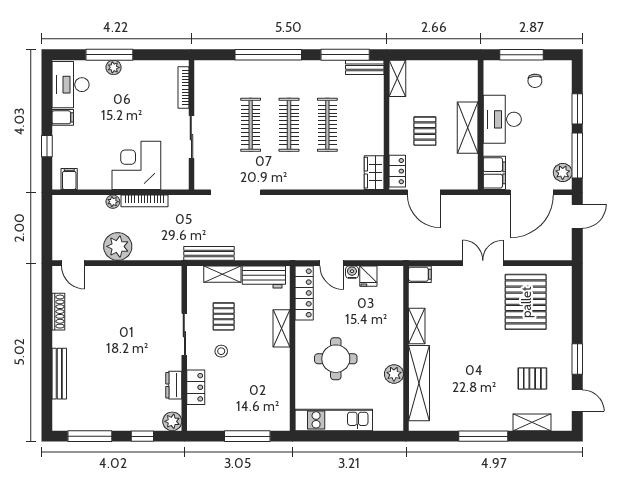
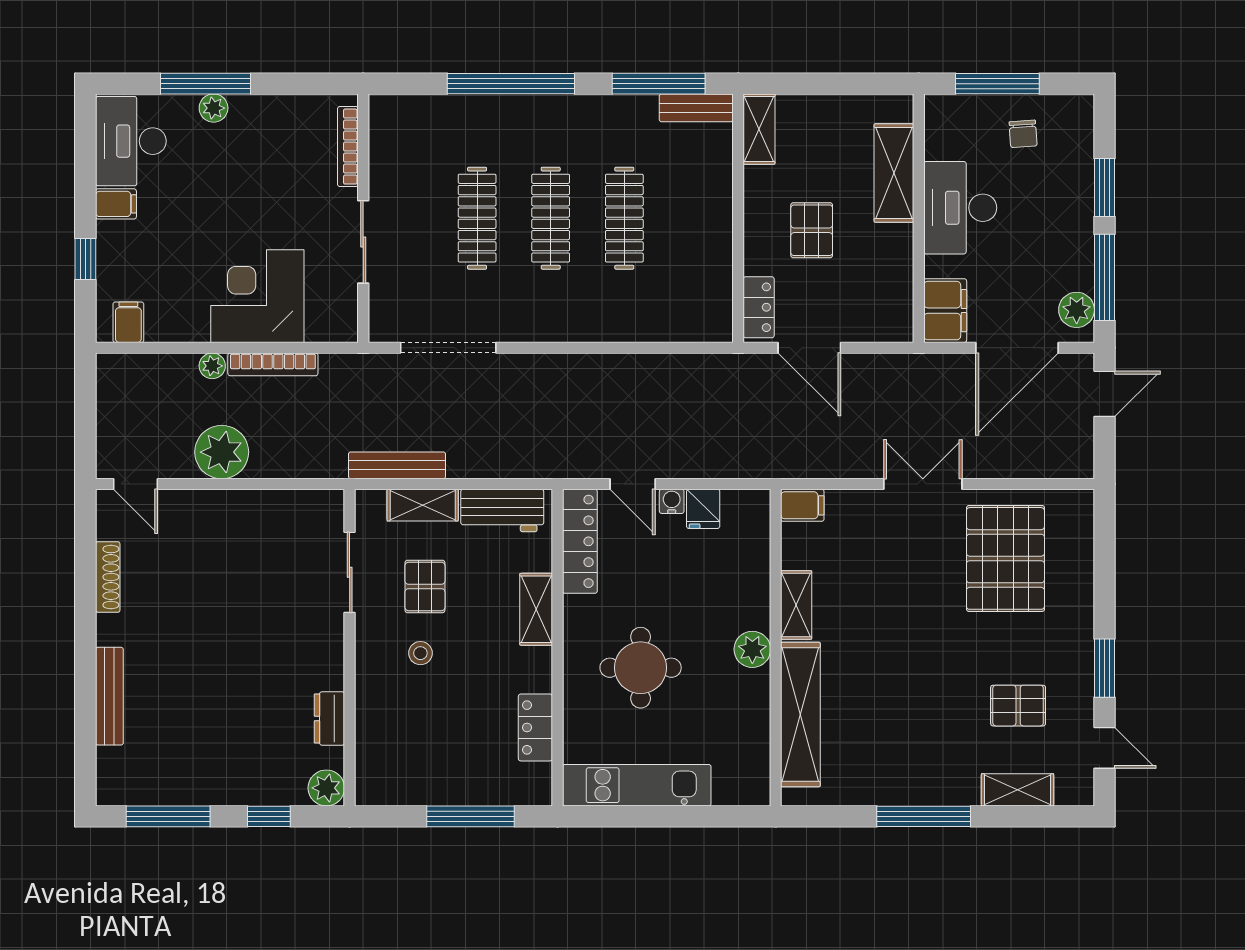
shelving: (468, 128) -> (894, 173), moved
wardrobe: (374, 173) -> (714, 310), removed
sliding door: (184, 334) -> (350, 572), moved
plant: (394, 374) -> (752, 649), moved
locker: (196, 387) -> (535, 727), moved, turned 180

